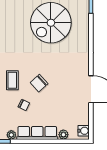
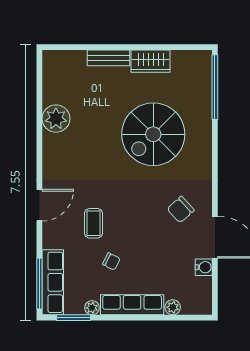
chair: (39, 83) -> (181, 210), moved
water cooler: (84, 131) -> (204, 267), moved

